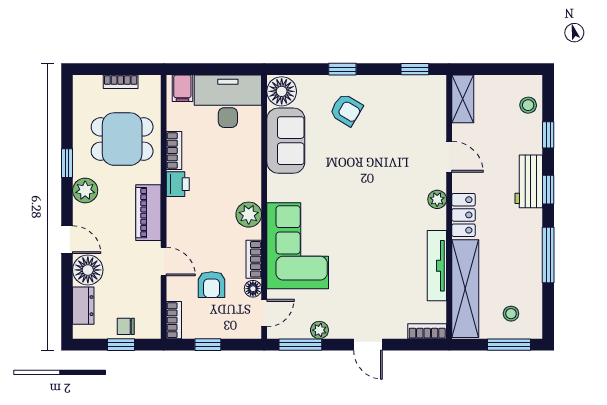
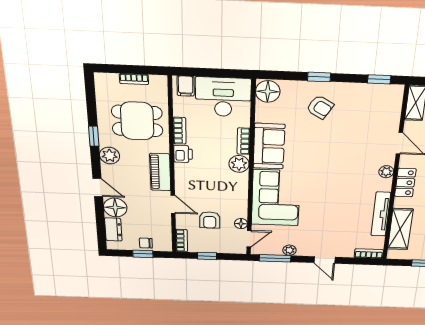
sofa: (286, 141) -> (269, 146), moved
plant: (249, 215) -> (239, 164), moved
bookcase: (254, 259) -> (244, 141), moved
shelving: (465, 289) -> (400, 229), width x0.68

